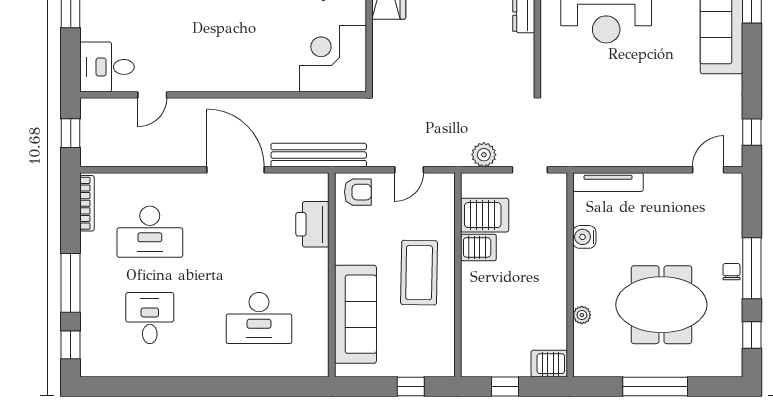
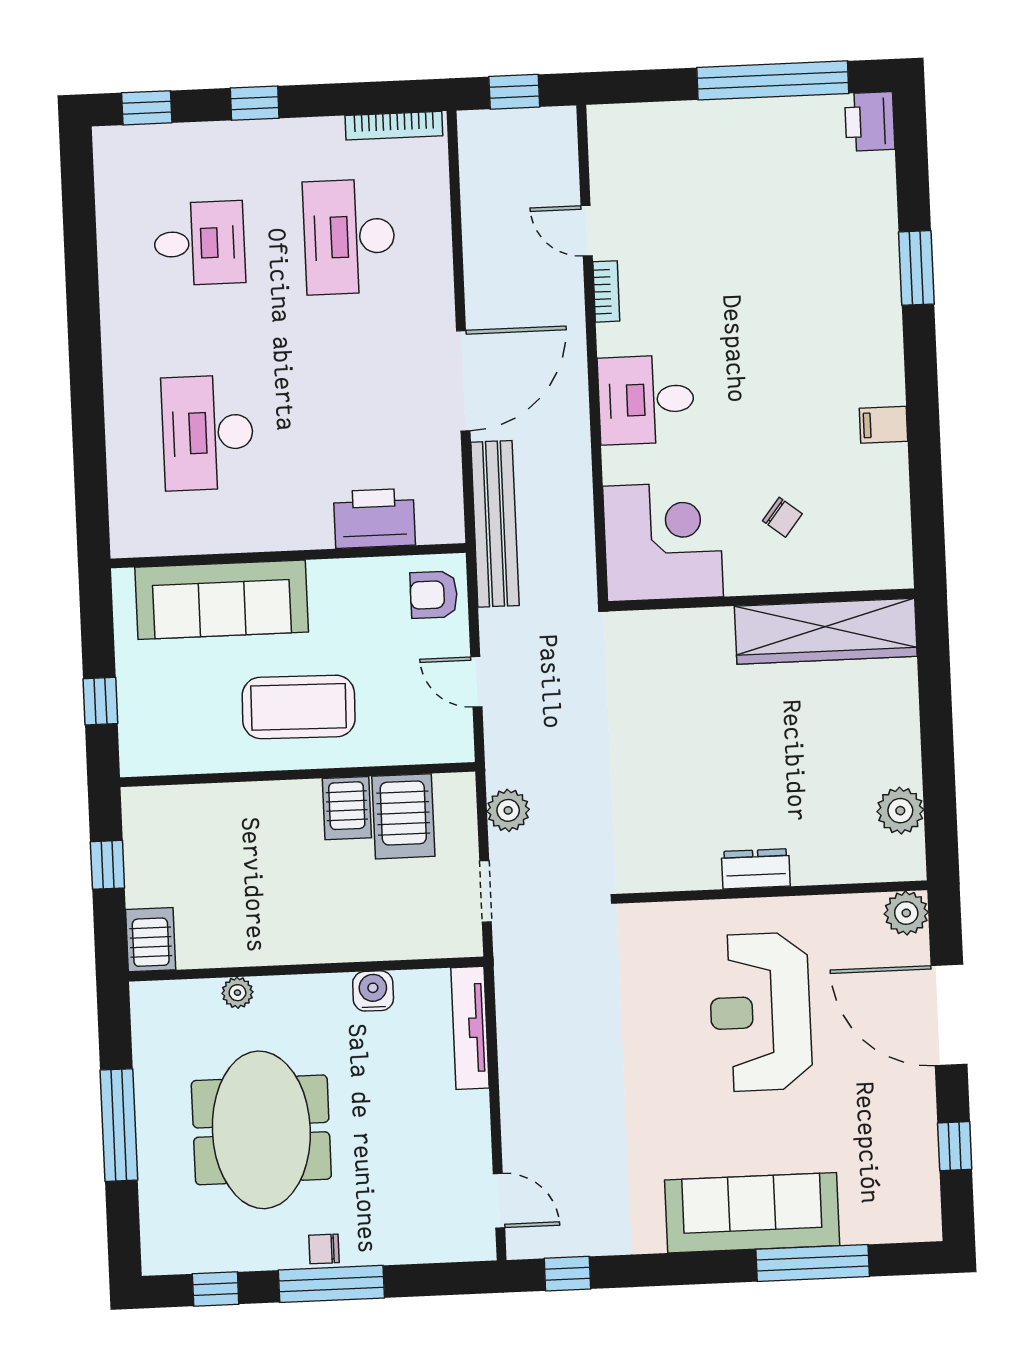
desk: (107, 67) -> (646, 400), moved, turned -90
bookcase: (188, 85) -> (606, 291), added
armchair: (358, 192) -> (434, 595), turned 90
chair: (732, 272) -> (324, 1249), turned 180
window: (71, 283) -> (255, 103), width x0.46

